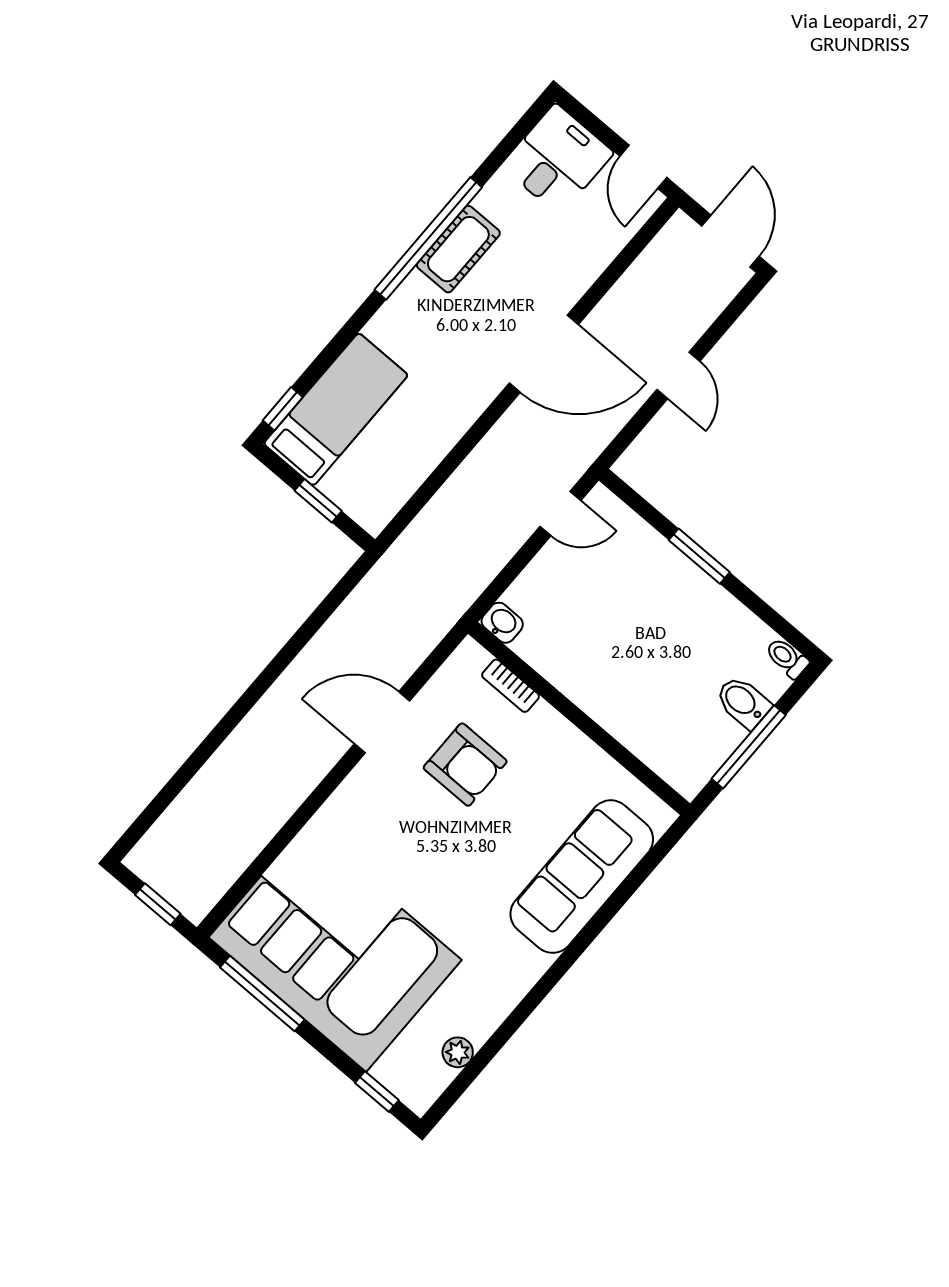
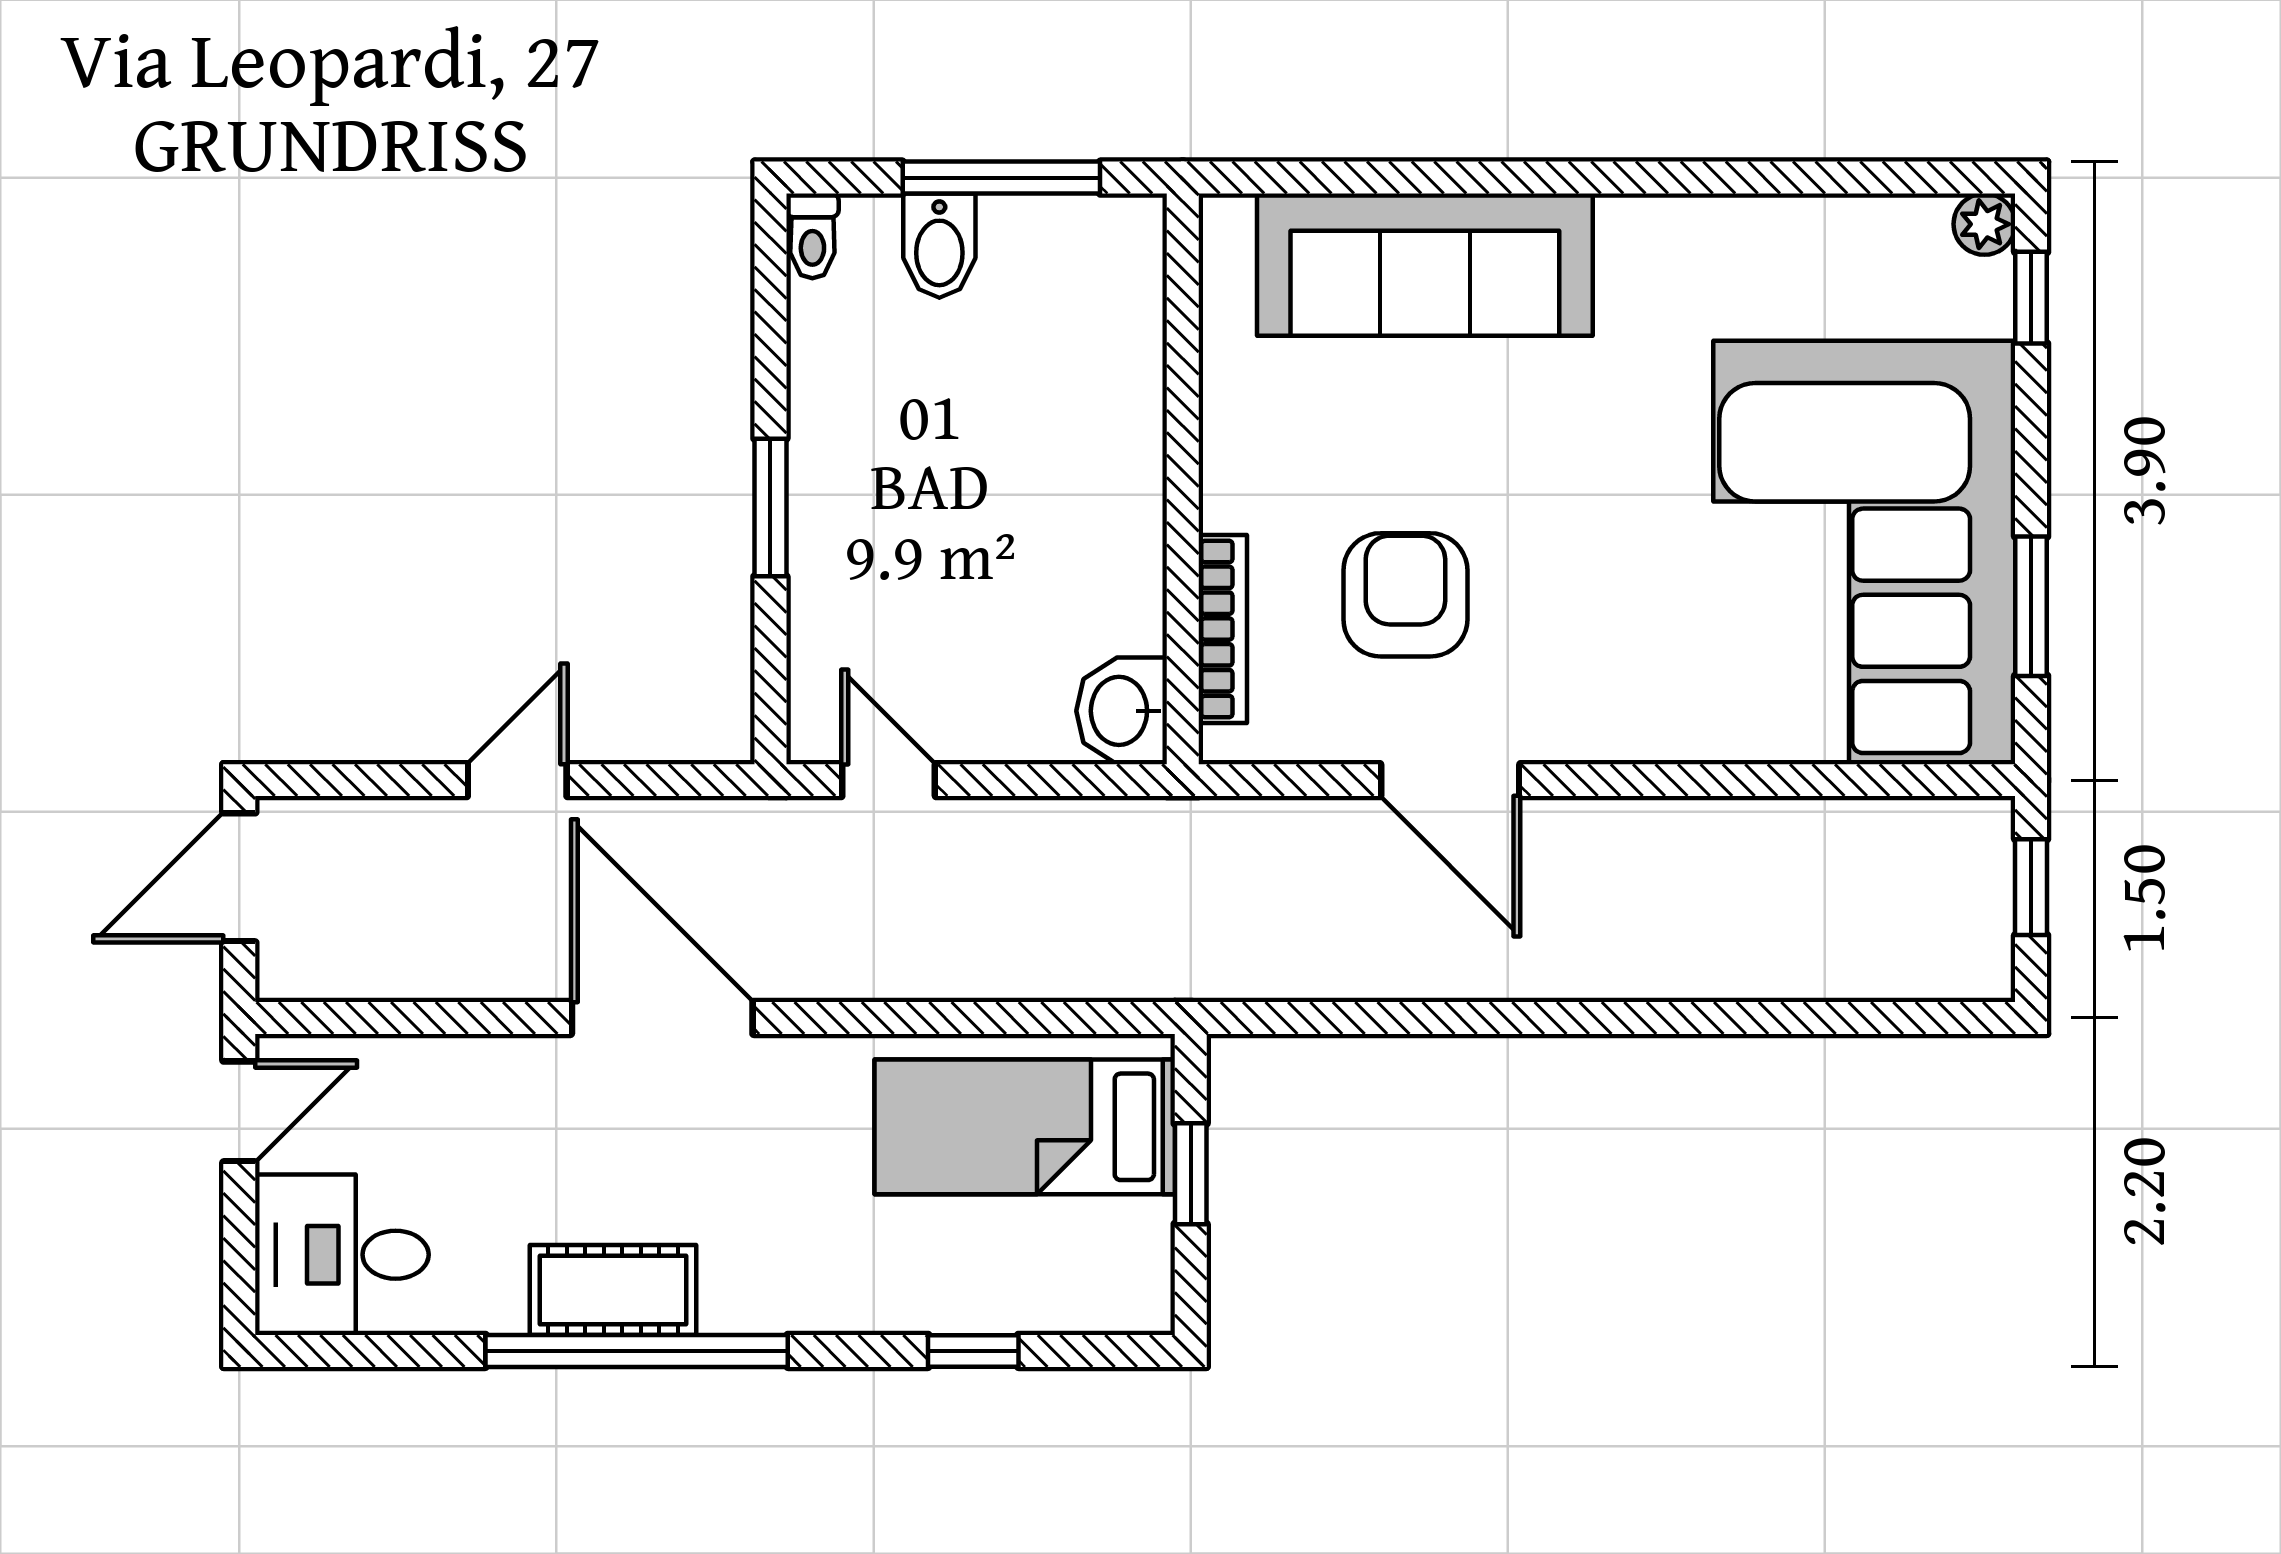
window: (283, 409) -> (973, 1351), moved
bed: (336, 409) -> (1025, 1127), moved
washbasin: (502, 623) -> (1122, 711), width x1.38, depth x1.45
bookcase: (510, 686) -> (1223, 629), width x1.56
window: (262, 994) -> (2031, 606), width x0.69
plant: (458, 1052) -> (1984, 224), moved

